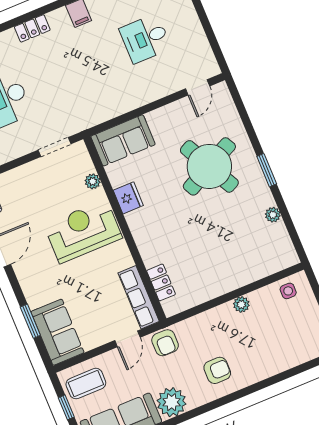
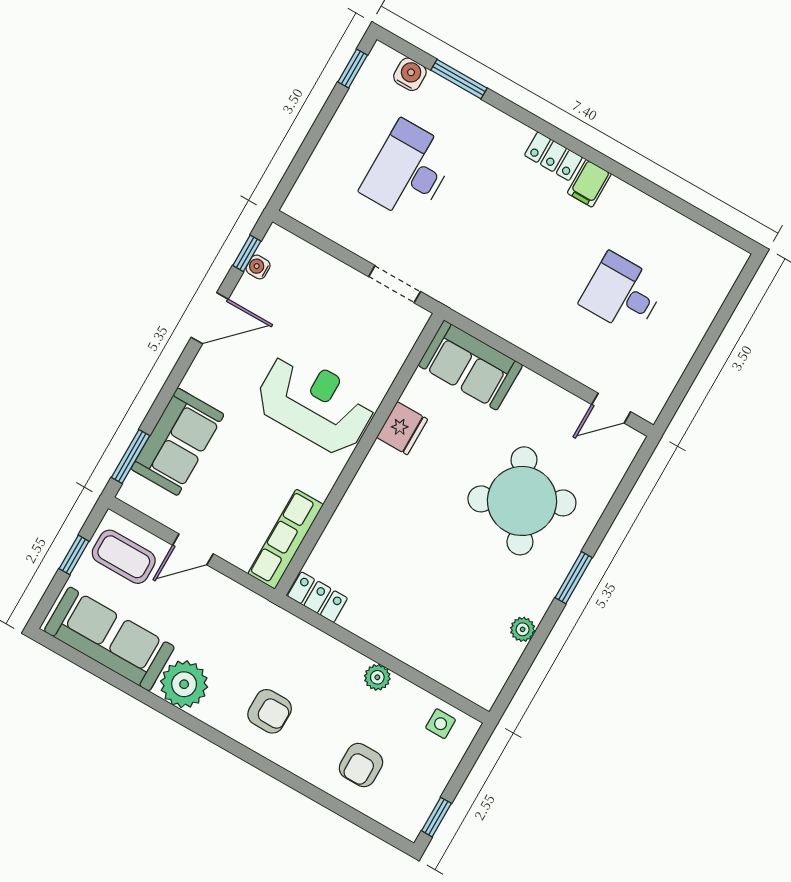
locker: (32, 28) -> (553, 156), moved
plant: (93, 181) -> (388, 367), removed
locker: (161, 282) -> (317, 597), moved, turned -90
window: (30, 321) -> (130, 456), moved
sofa: (57, 332) -> (177, 442), moved
door: (127, 339) -> (193, 549), moved
armchair: (165, 343) -> (361, 765), moved

